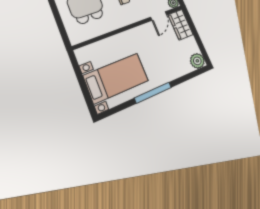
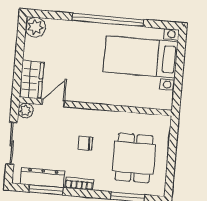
window: (153, 93) -> (108, 20), width x1.46

